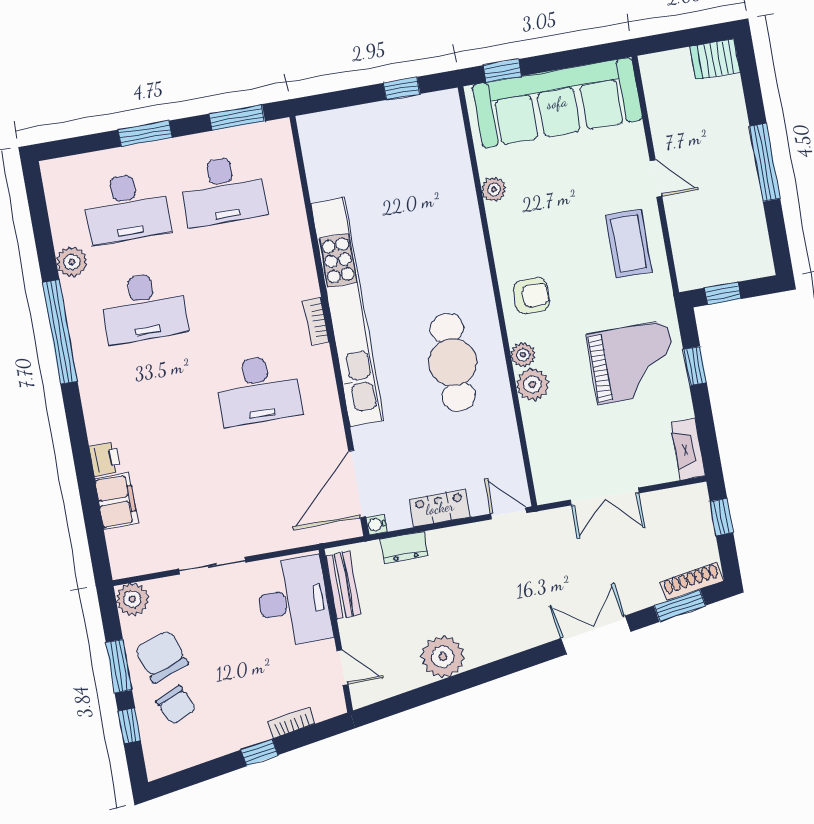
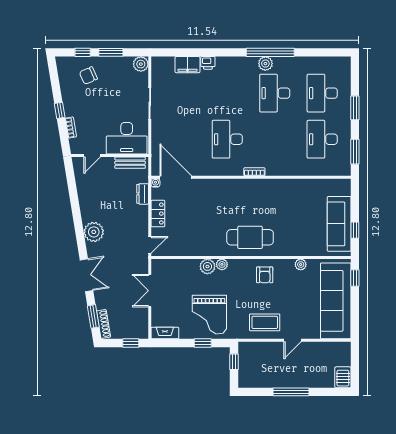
sofa: (394, 124) -> (339, 224), added
plant: (72, 262) -> (265, 64), moved
armchair: (531, 296) -> (265, 275), moved
kitchen unit: (347, 312) -> (256, 187), removed
cafe table: (453, 362) -> (250, 237), moved
chair: (162, 656) -> (112, 73), removed
plant: (443, 657) -> (94, 232), moved

